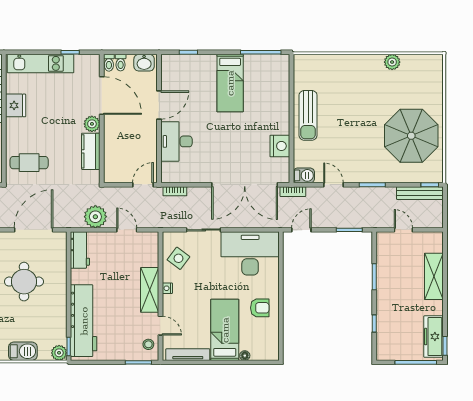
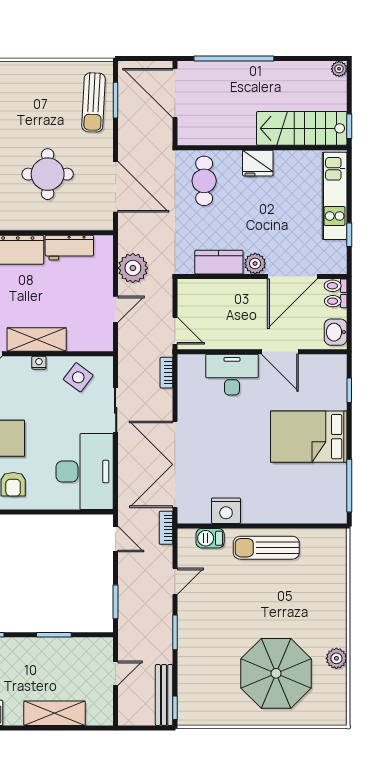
bed: (230, 83) -> (309, 437), width x1.50
fridge: (16, 105) -> (258, 163), moved
parasol: (411, 136) -> (276, 673), moved
barbecue: (304, 175) -> (210, 538), moved, turned 90
workbench: (80, 250) -> (69, 248), moved

